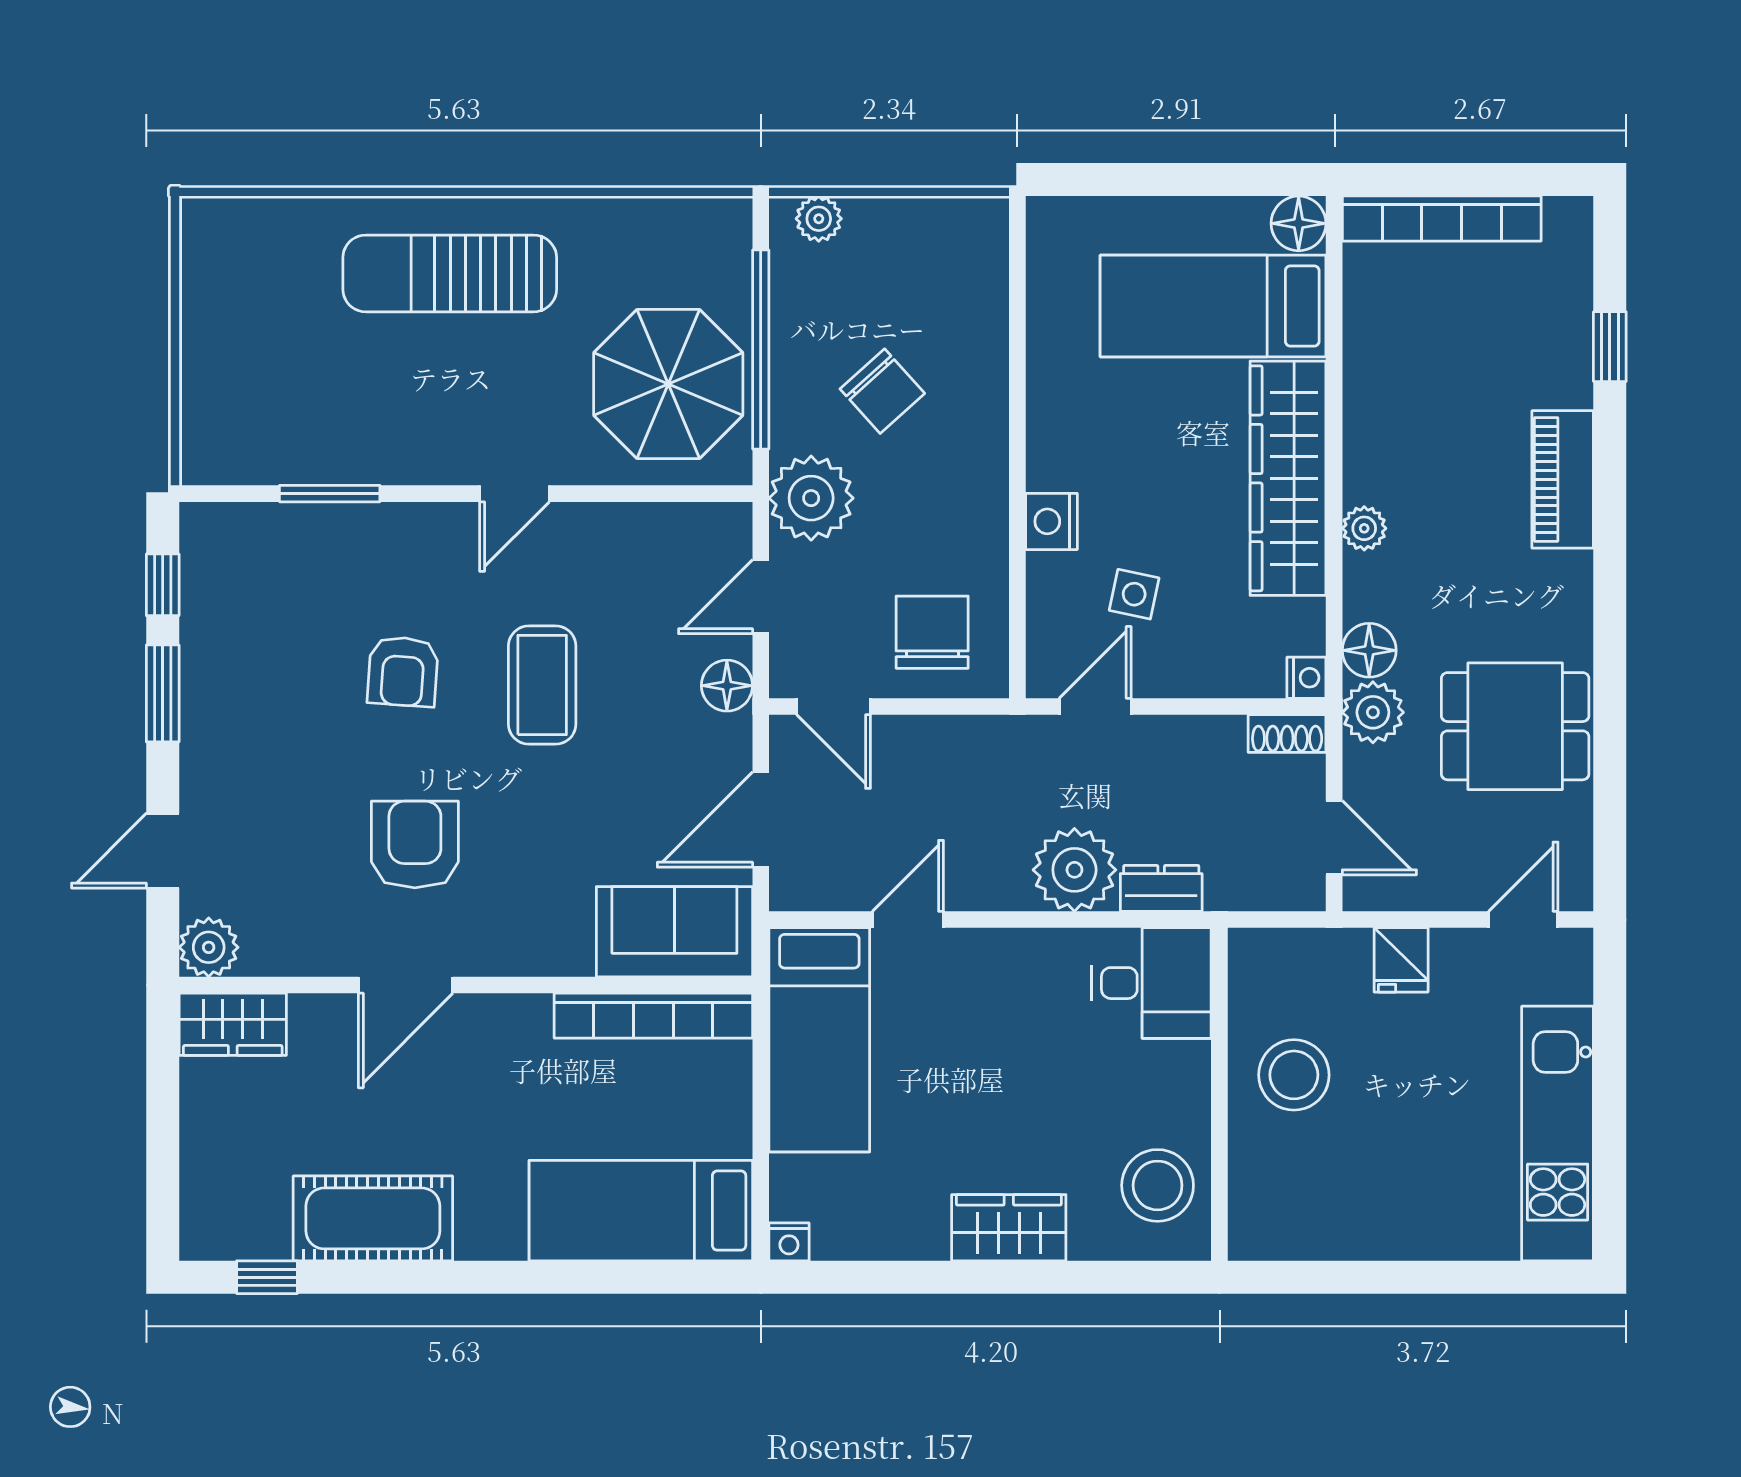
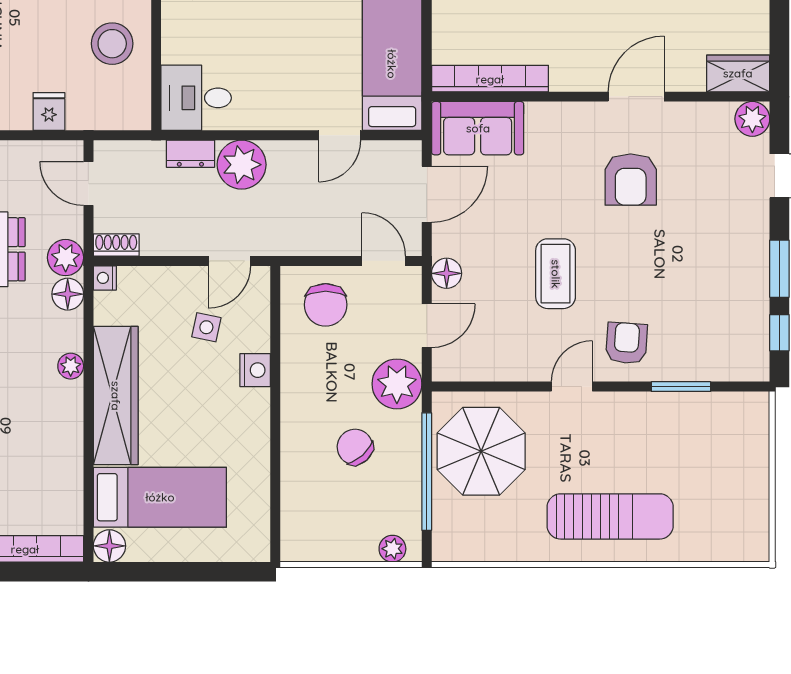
armchair: (403, 672) -> (627, 343), moved

